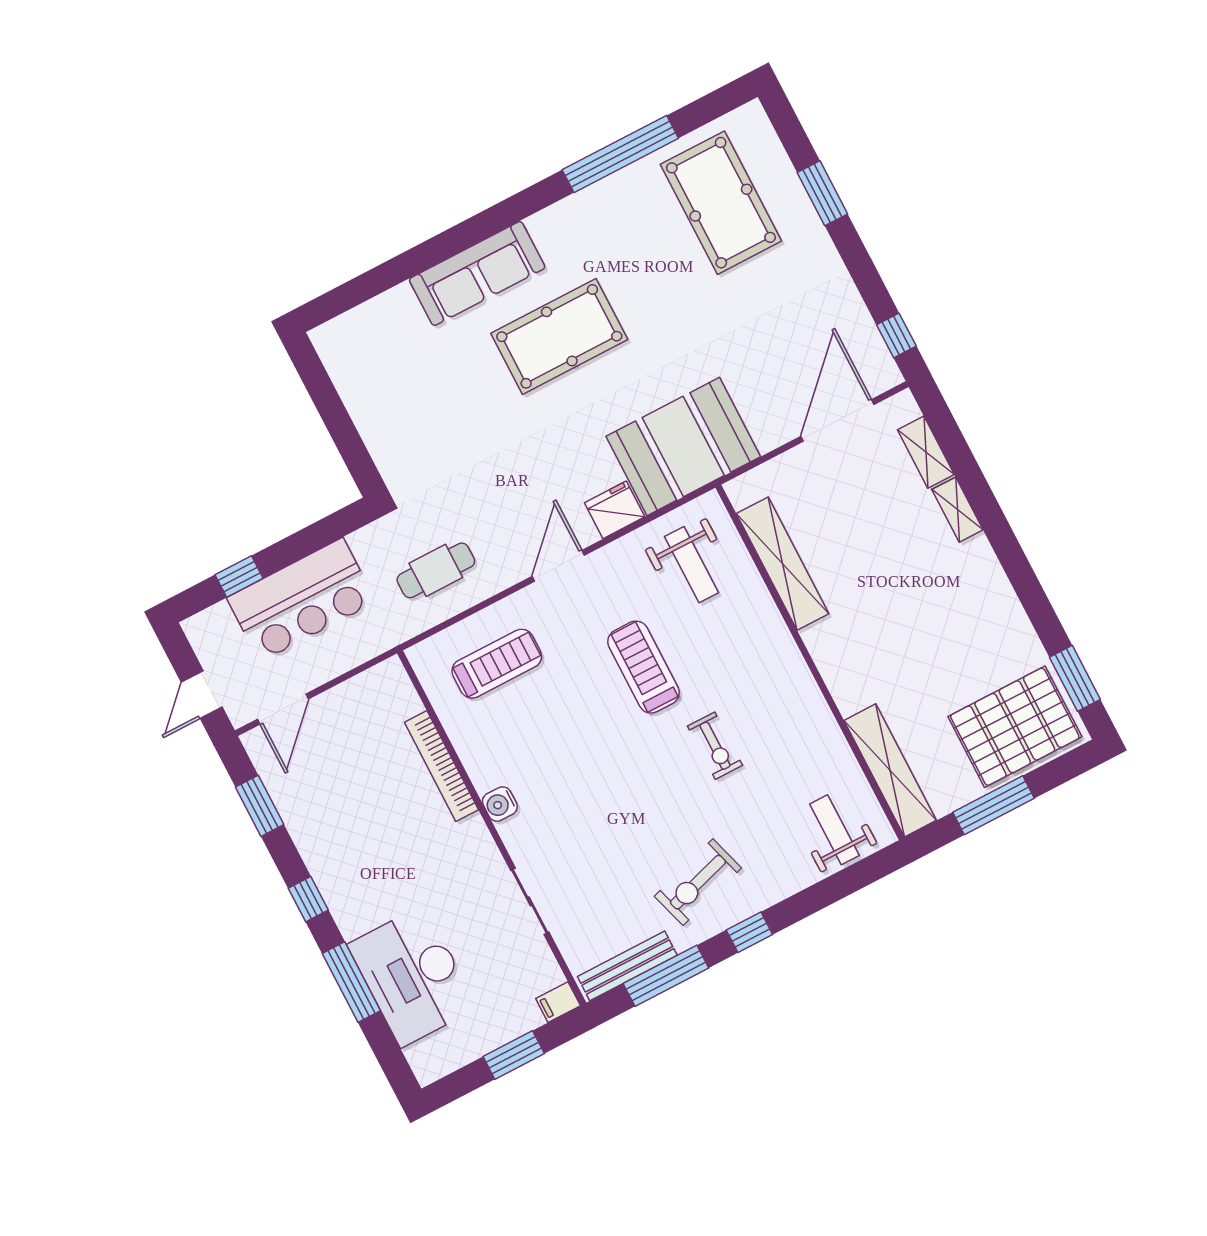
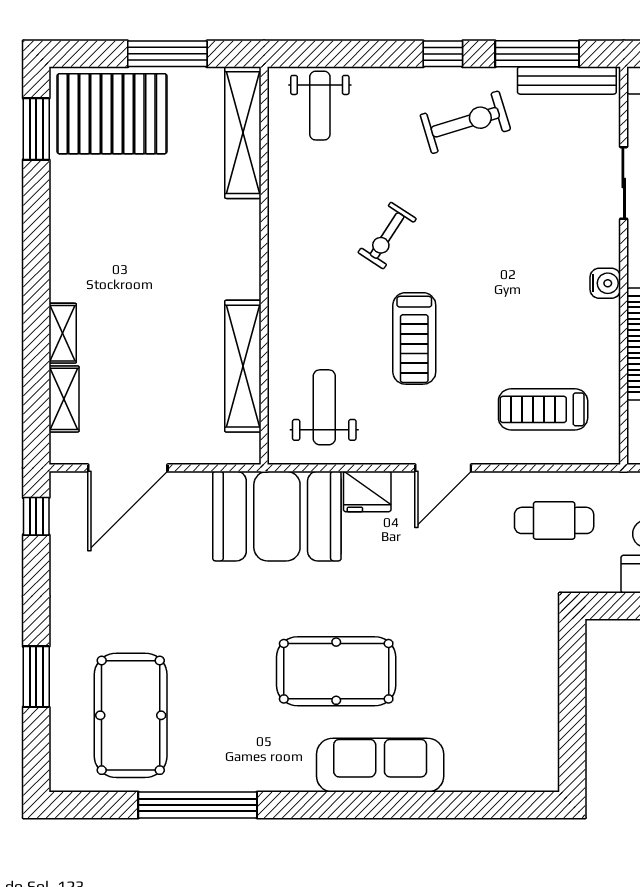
exercise bike: (715, 746) -> (387, 236), turned -147

